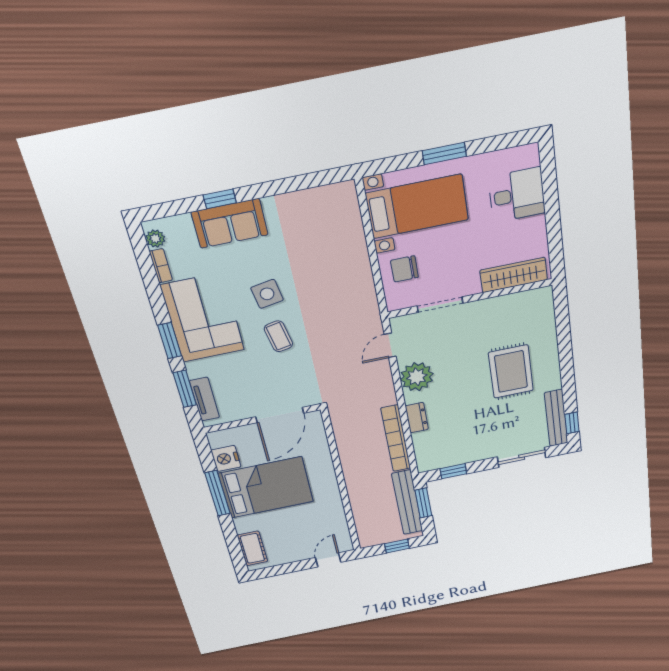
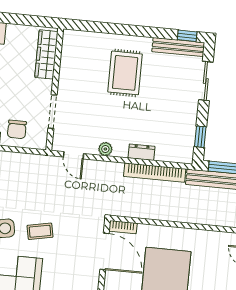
rug: (511, 372) -> (125, 73), turned 90
plant: (417, 377) -> (105, 149), width x0.53, depth x0.53
bookcase: (317, 426) -> (123, 227), added

